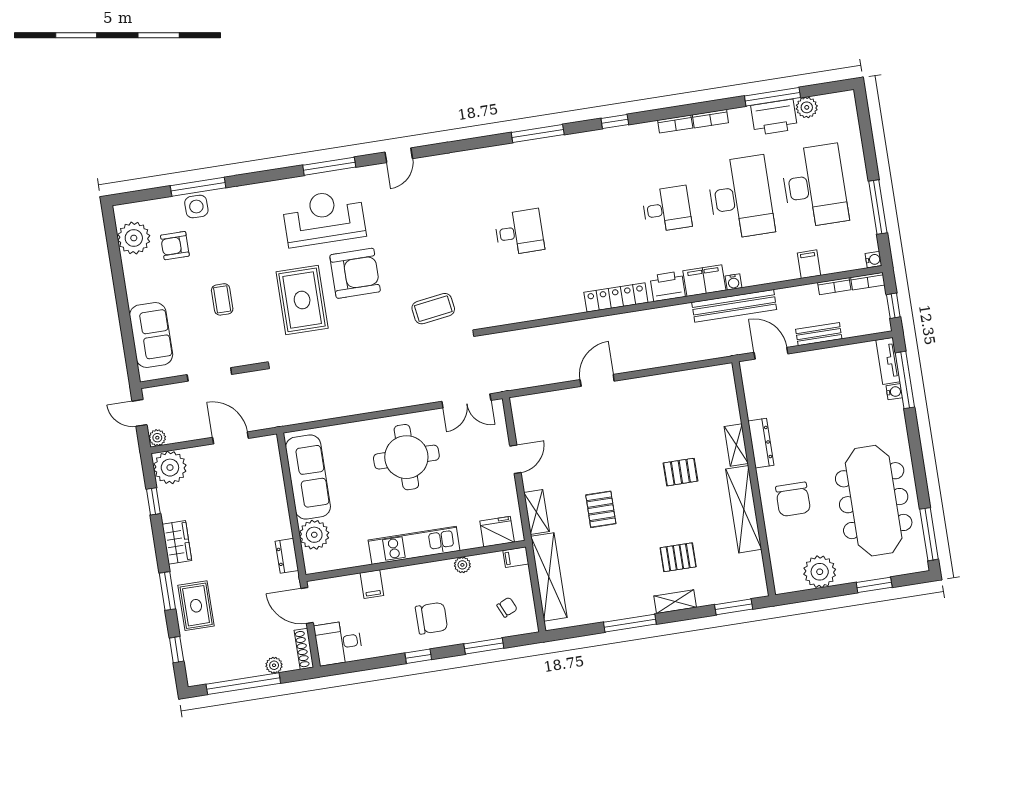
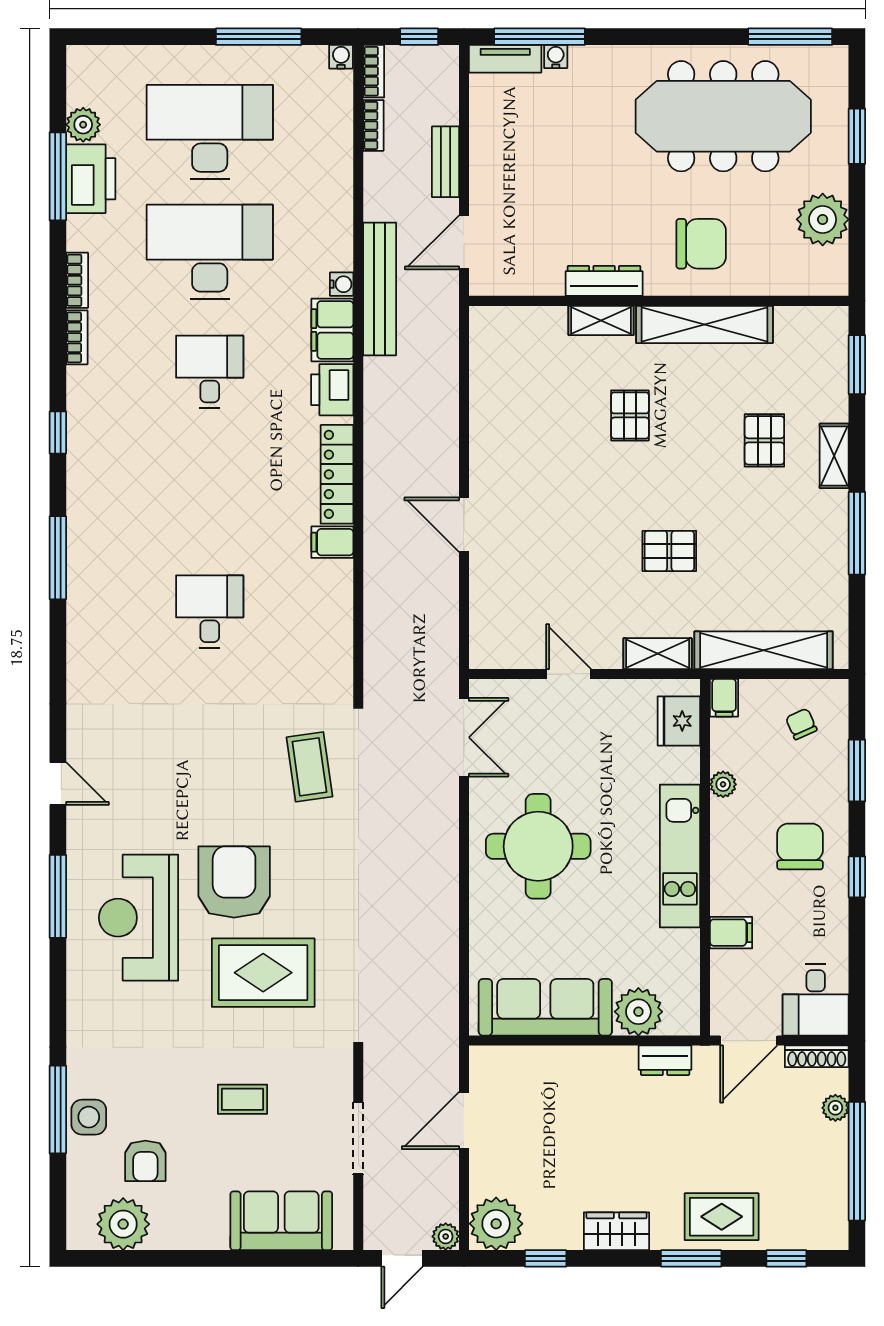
filing cabinet: (809, 264) -> (332, 542), moved

